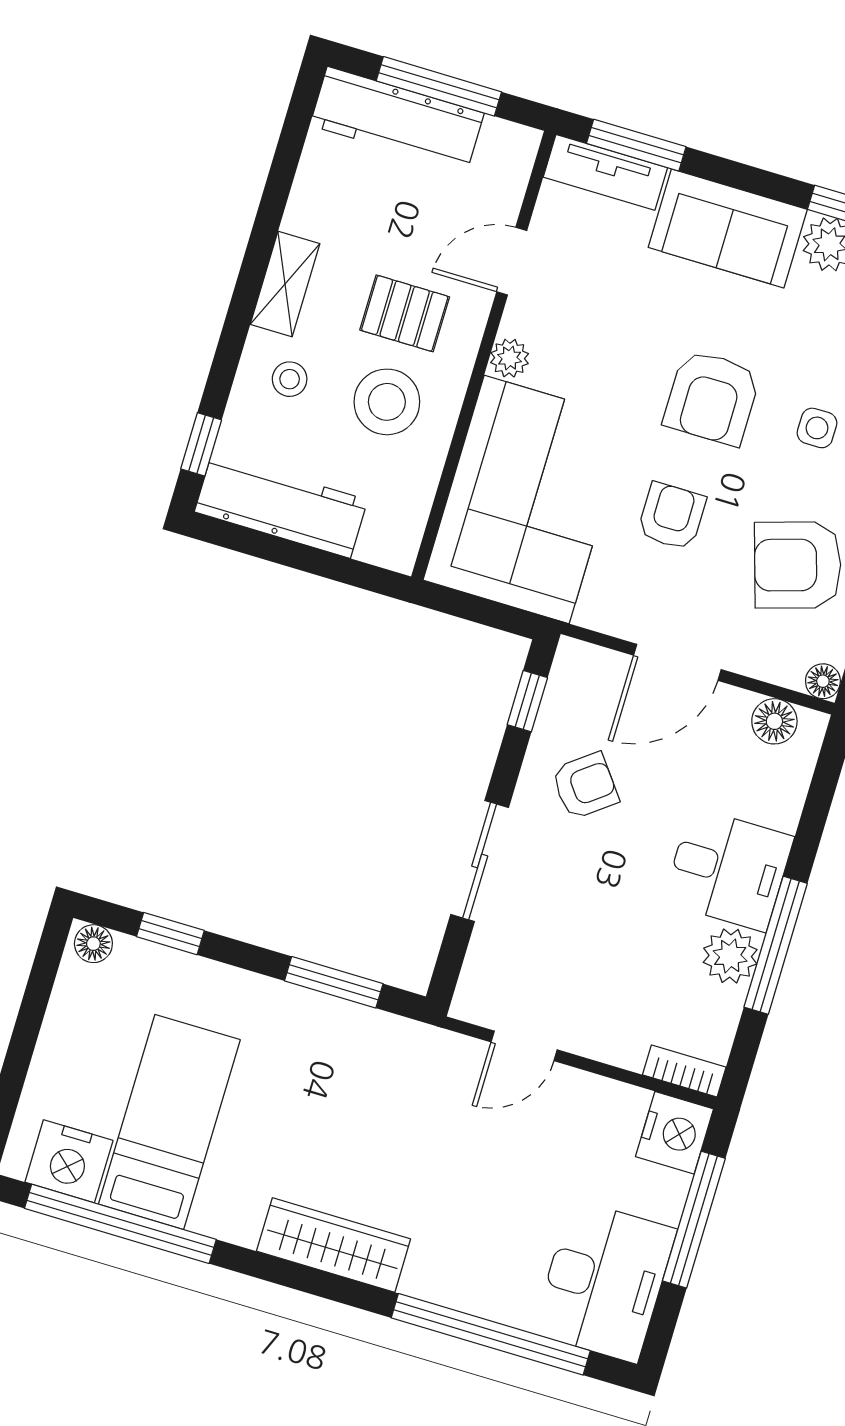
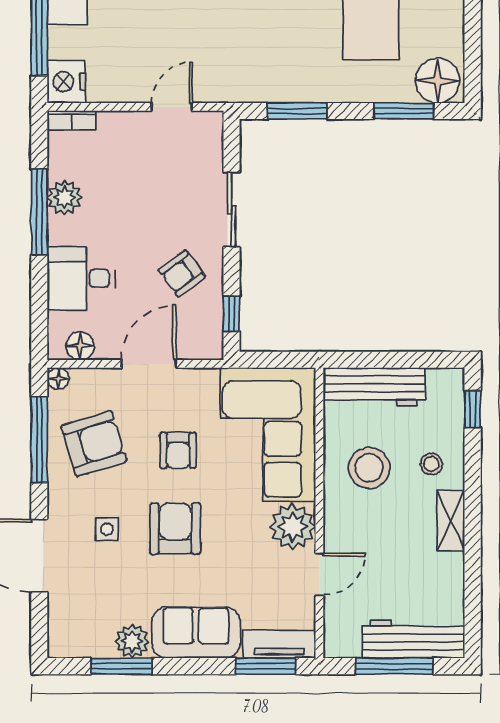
pallet: (405, 313) -> (374, 524), removed
plant: (510, 358) -> (293, 527), width x1.87, depth x1.87
workbench: (281, 506) -> (374, 387), moved
desk: (728, 869) -> (81, 278), moved
window: (170, 934) -> (404, 111), width x1.50
floor lamp: (93, 944) -> (437, 81), width x1.89, depth x1.89

